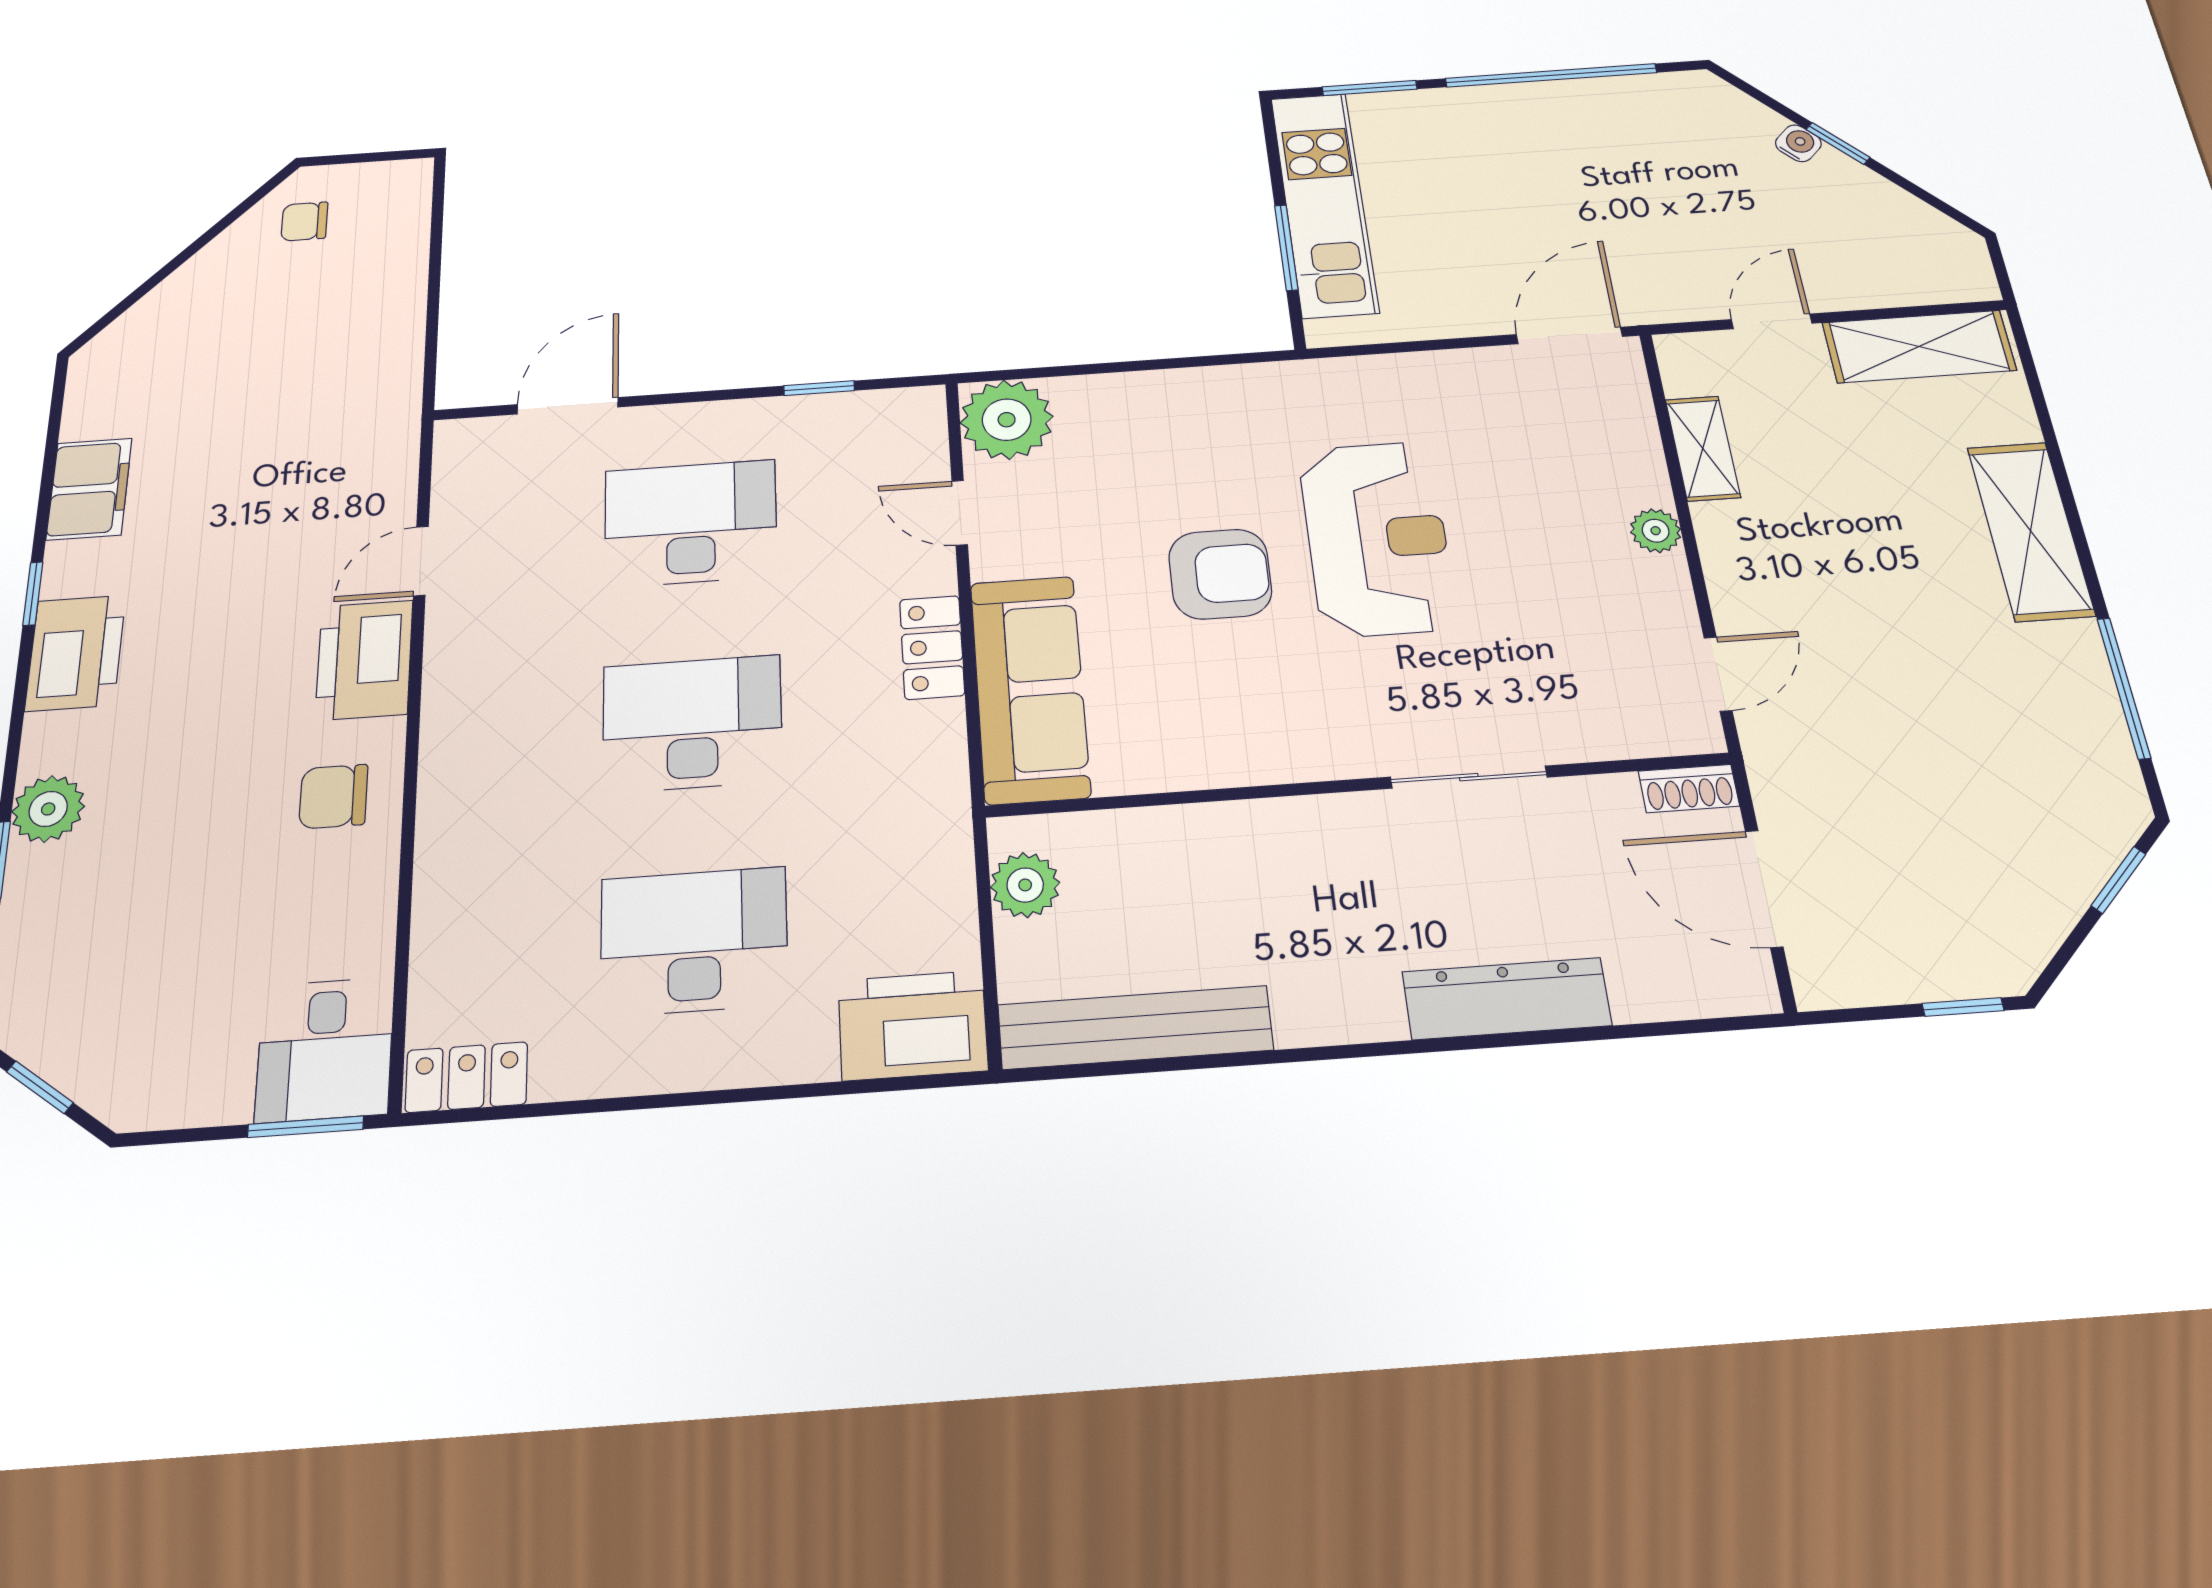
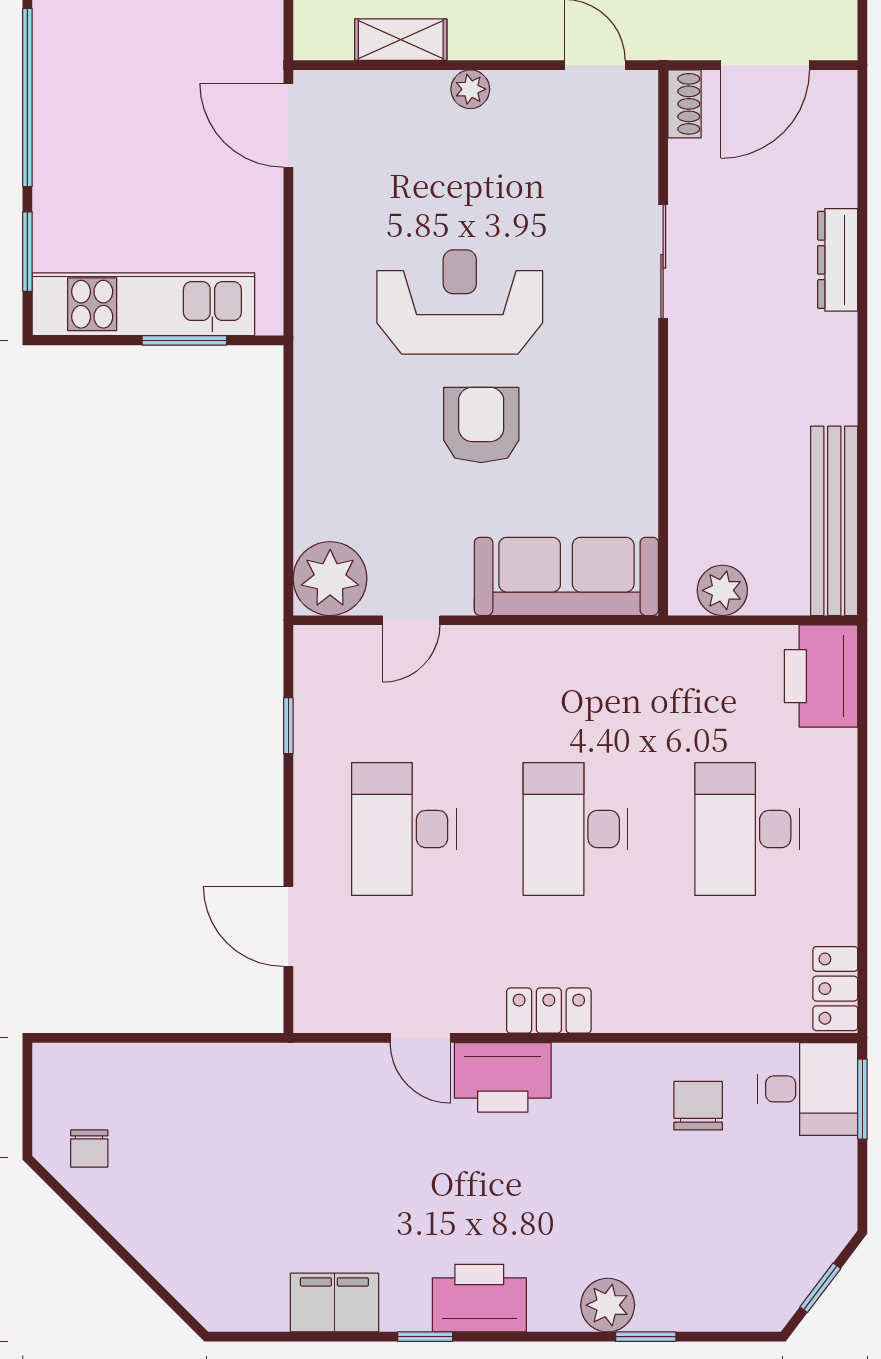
locker: (932, 647) -> (549, 1011), moved, turned 180
chair: (333, 796) -> (698, 1106), moved, turned 180
dresser: (1507, 999) -> (838, 260), width x0.73, depth x0.80

